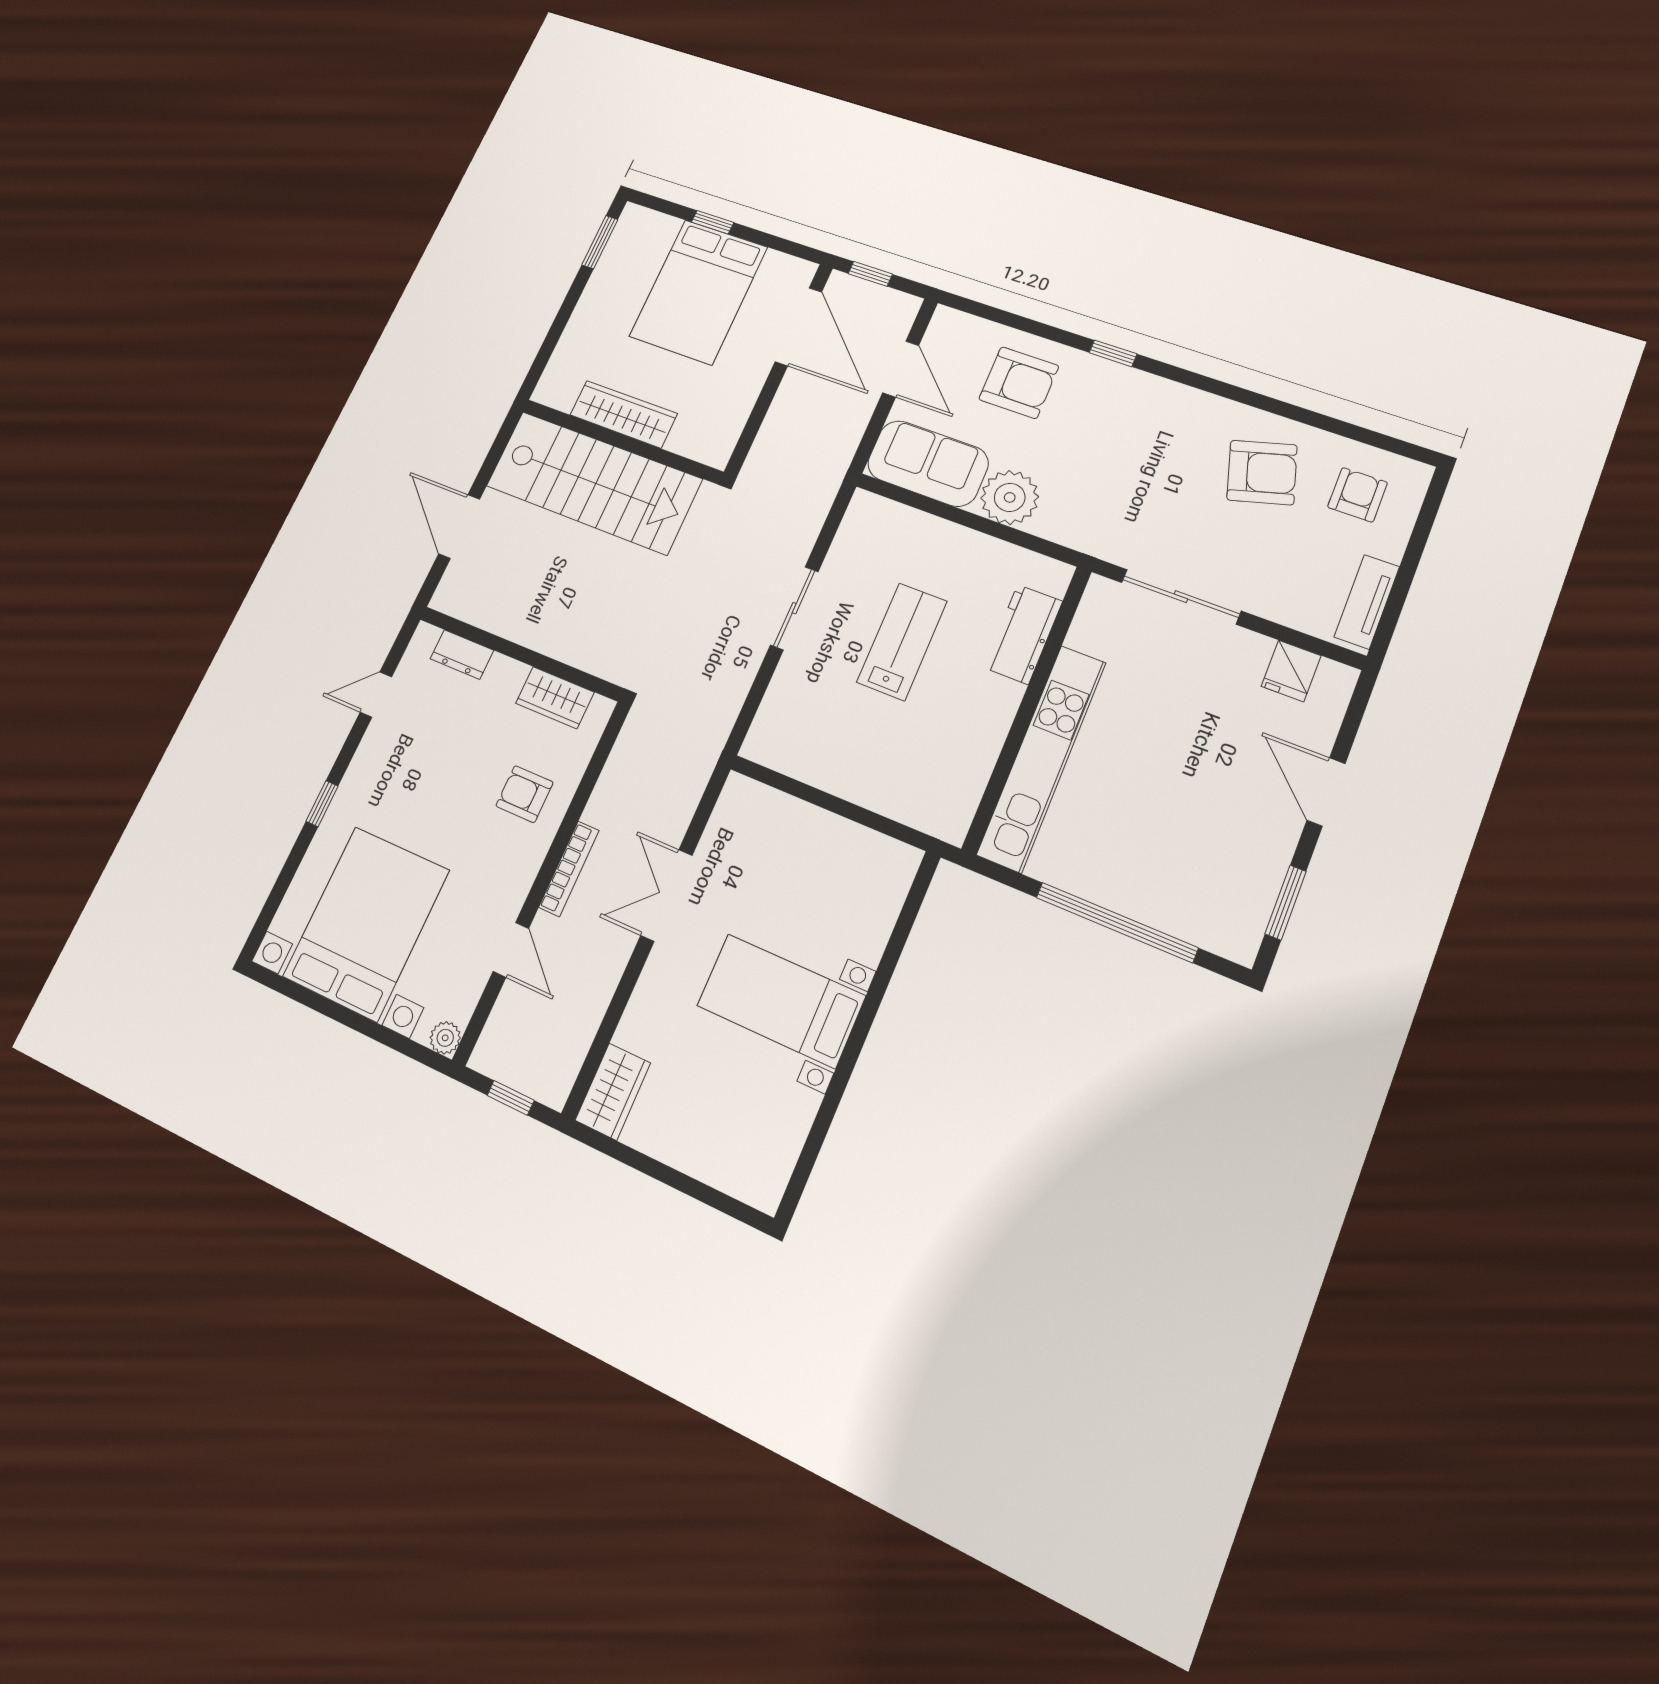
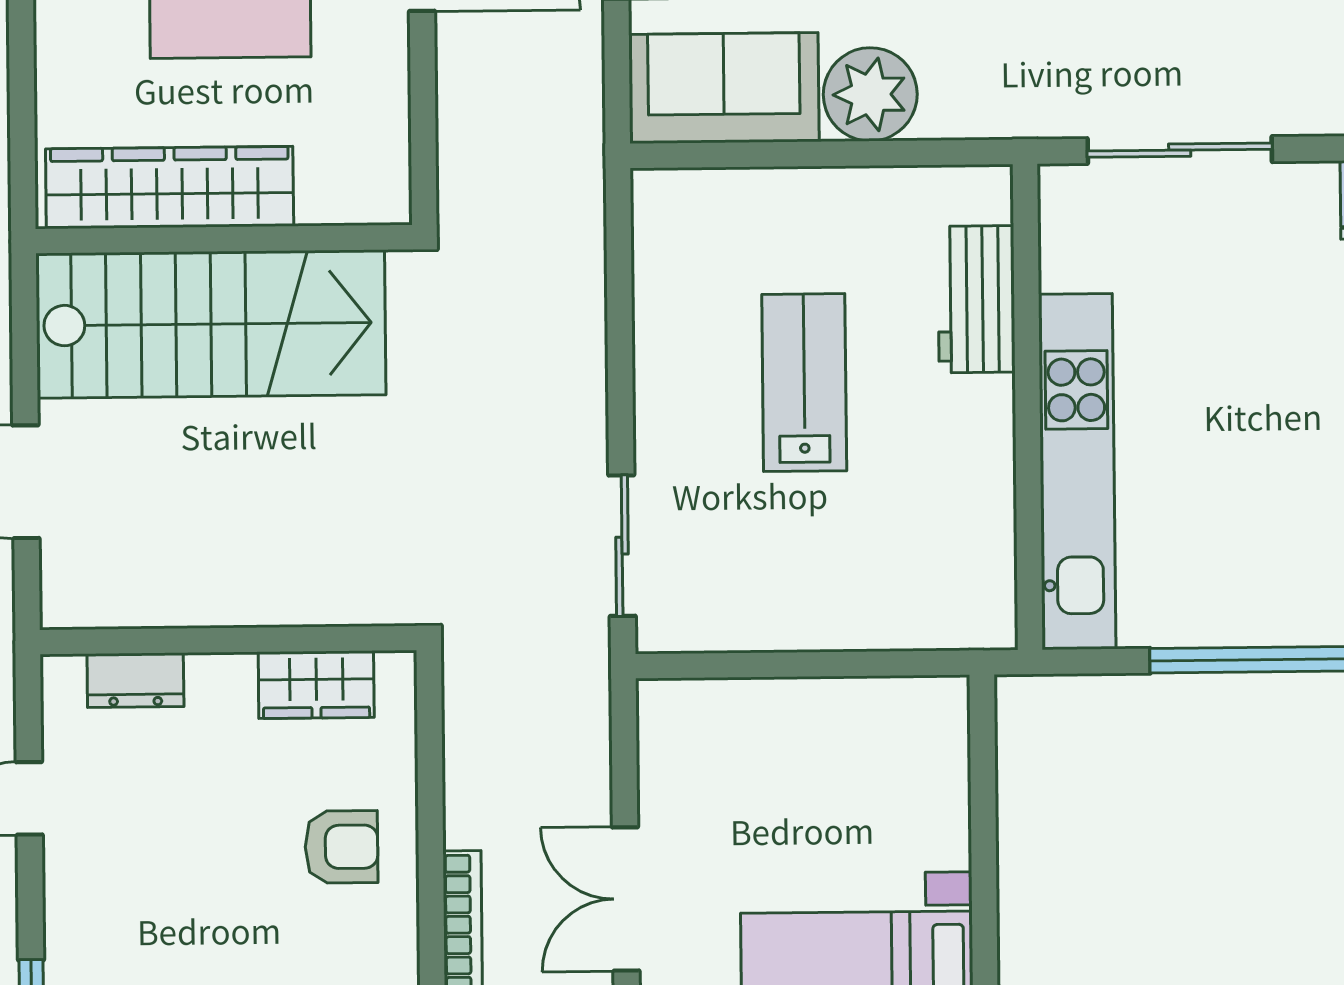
wardrobe: (624, 414) -> (170, 188), width x1.40, depth x1.17
sliding door: (794, 608) -> (622, 546), moved
armchair: (525, 794) -> (341, 847), turned 180

